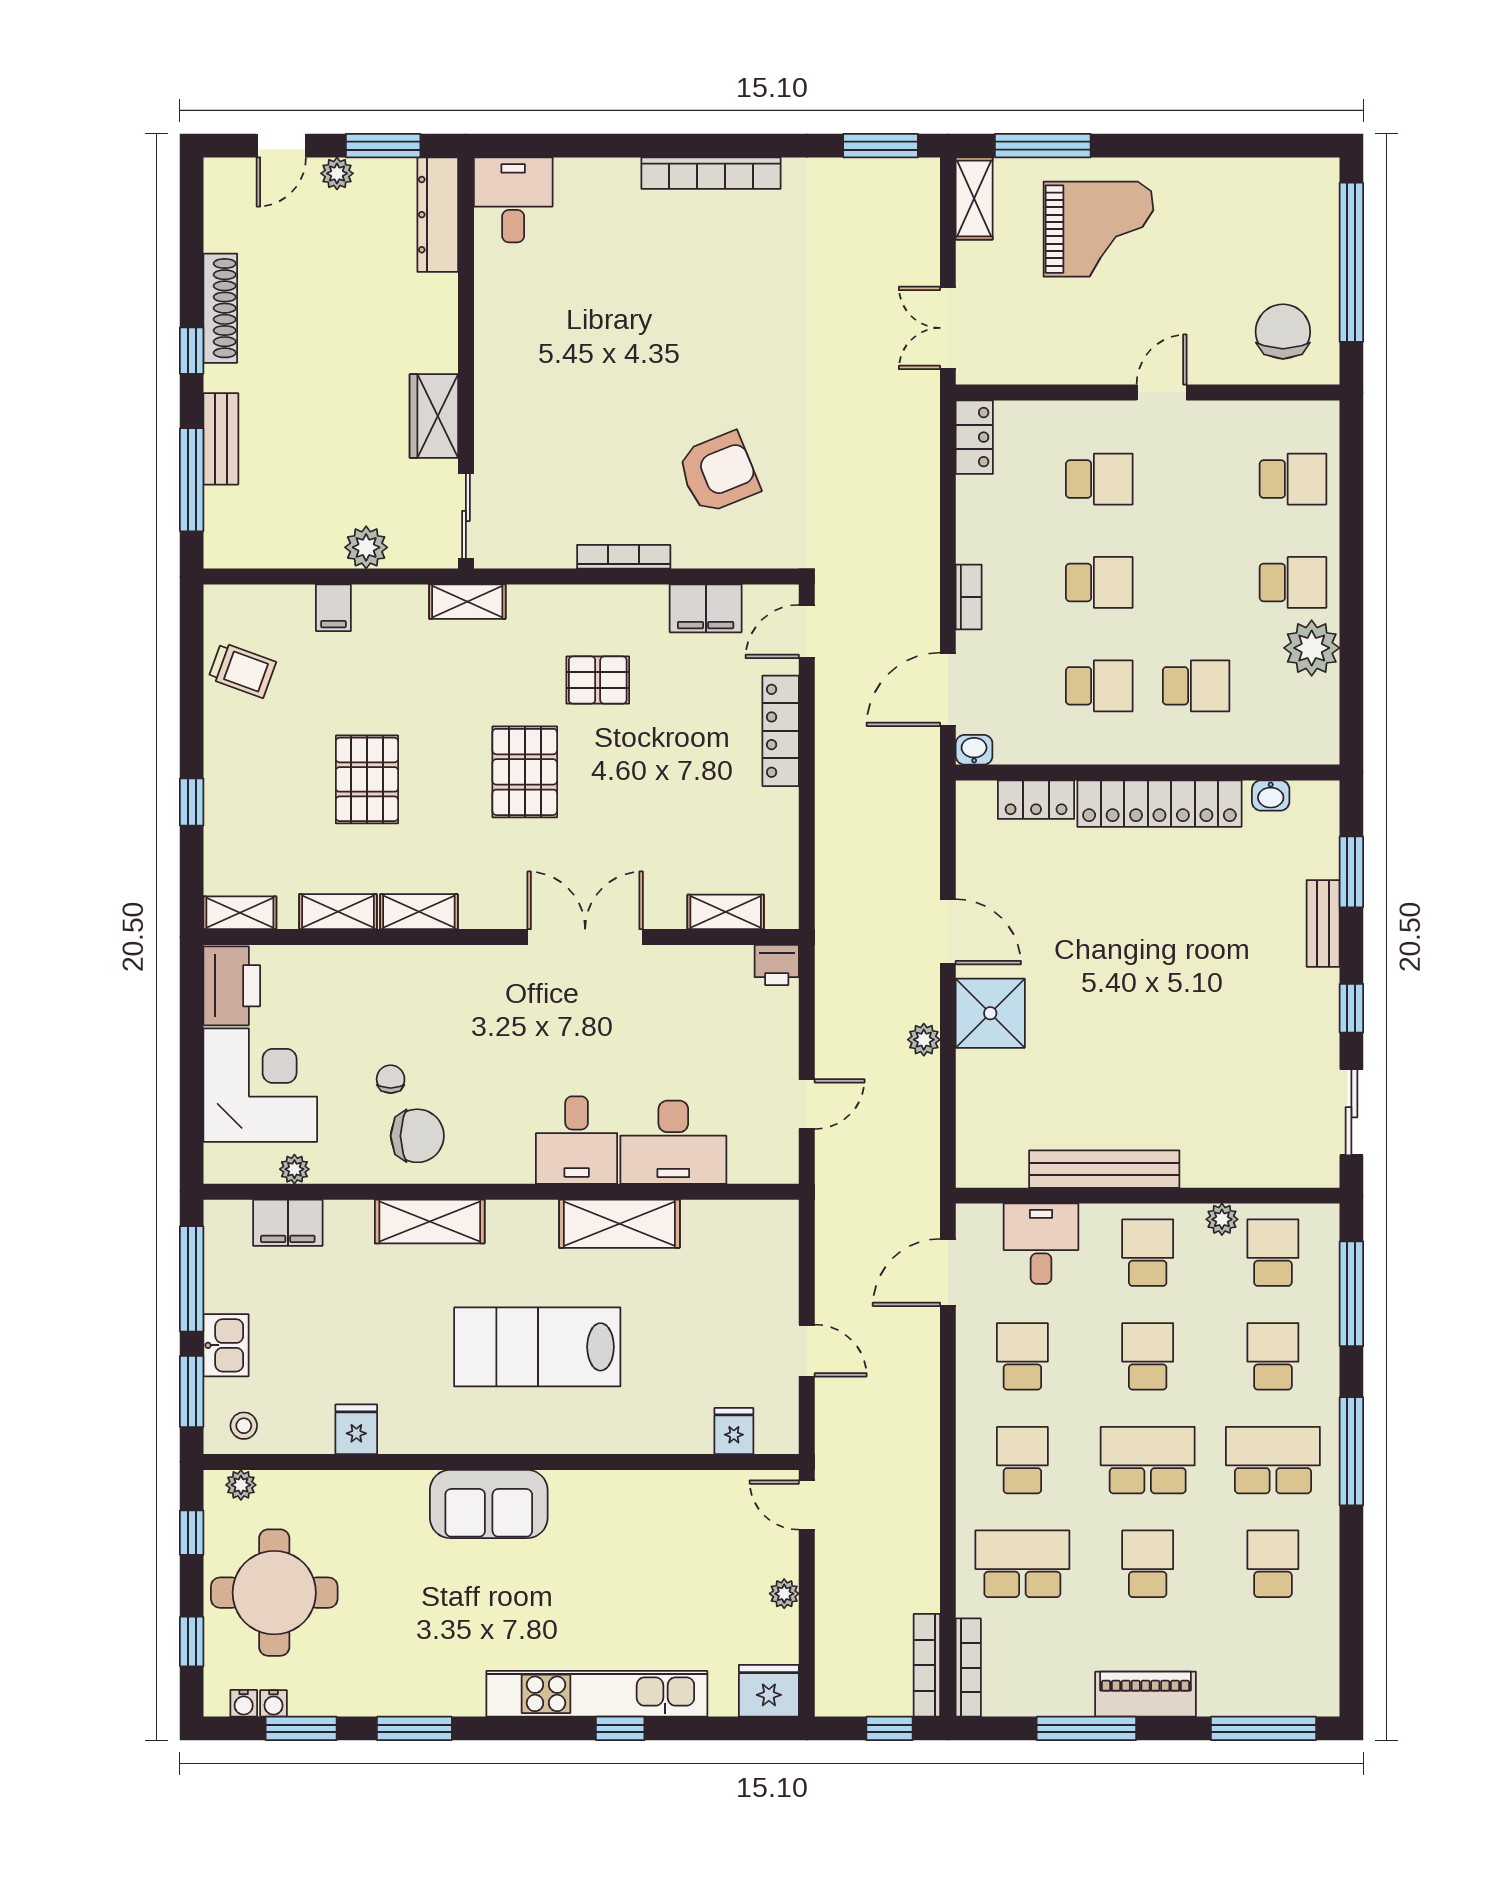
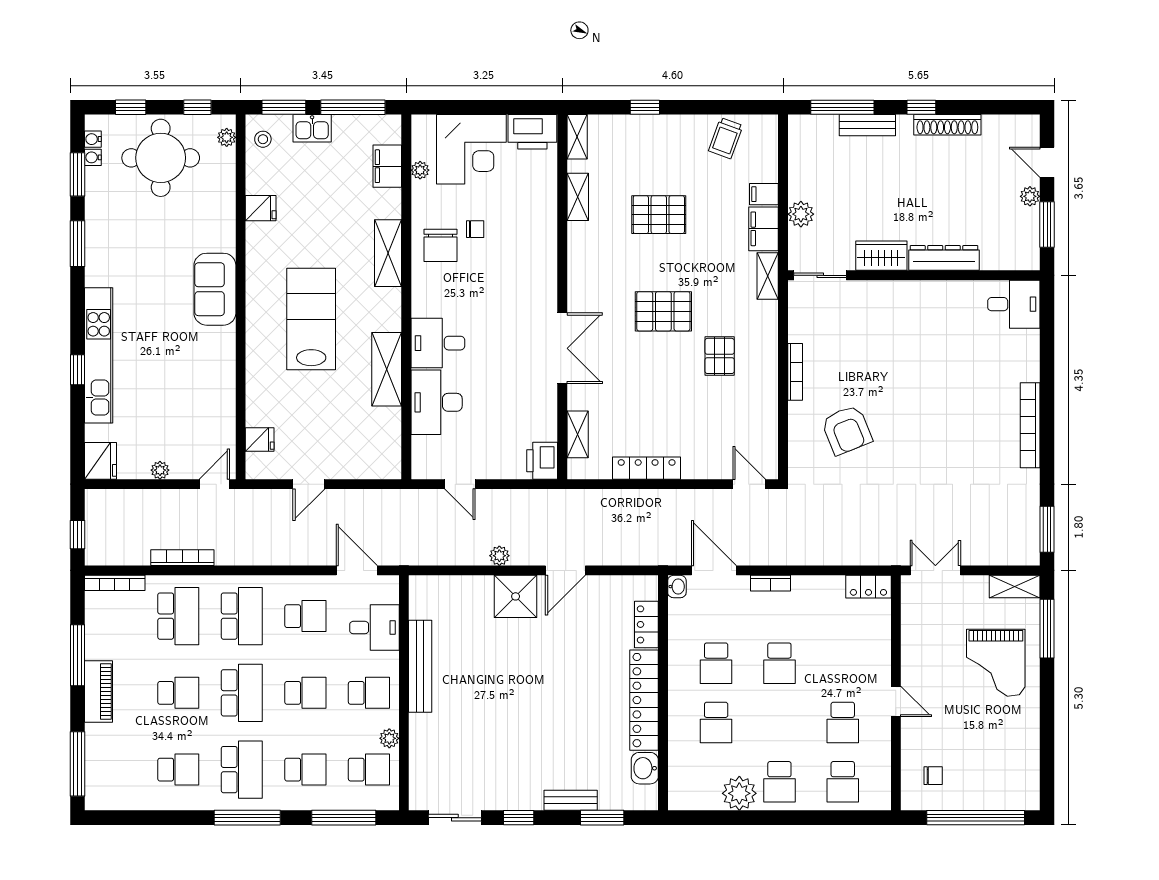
dresser: (438, 215) -> (944, 258), moved
chair: (1283, 331) -> (933, 776), width x0.54, depth x0.54
school desk: (1099, 479) -> (843, 723), moved
filing cabinet: (706, 608) -> (764, 229), moved
locker: (781, 731) -> (647, 468), moved
washbasin: (1271, 795) -> (645, 768), width x1.38, depth x1.45
shelving: (419, 912) -> (578, 246), removed
printer: (777, 965) -> (542, 461), width x1.36, depth x1.24
school desk: (1022, 1460) -> (242, 616), width x1.85
bookcase: (927, 1665) -> (182, 558), moved

